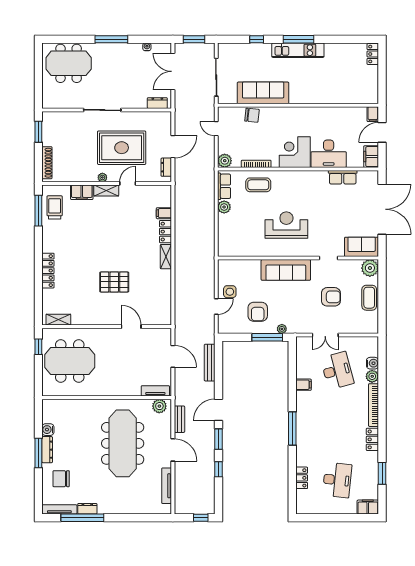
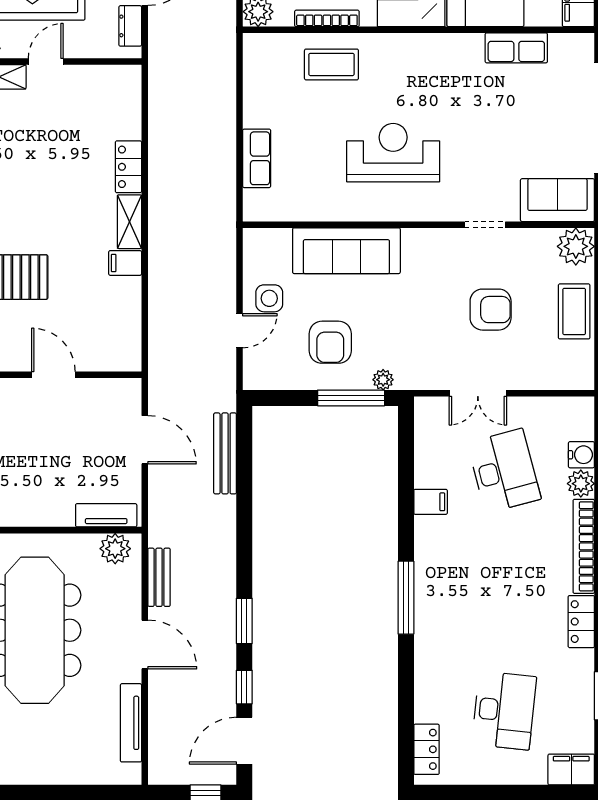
row of seats: (224, 186) -> (257, 158), moved
plant: (224, 207) -> (257, 113), removed
filing cabinet: (164, 213) -> (125, 263), moved
sofa: (286, 270) -> (346, 251), moved
door: (218, 410) -> (244, 741), moved
locker: (302, 478) -> (427, 749), moved

